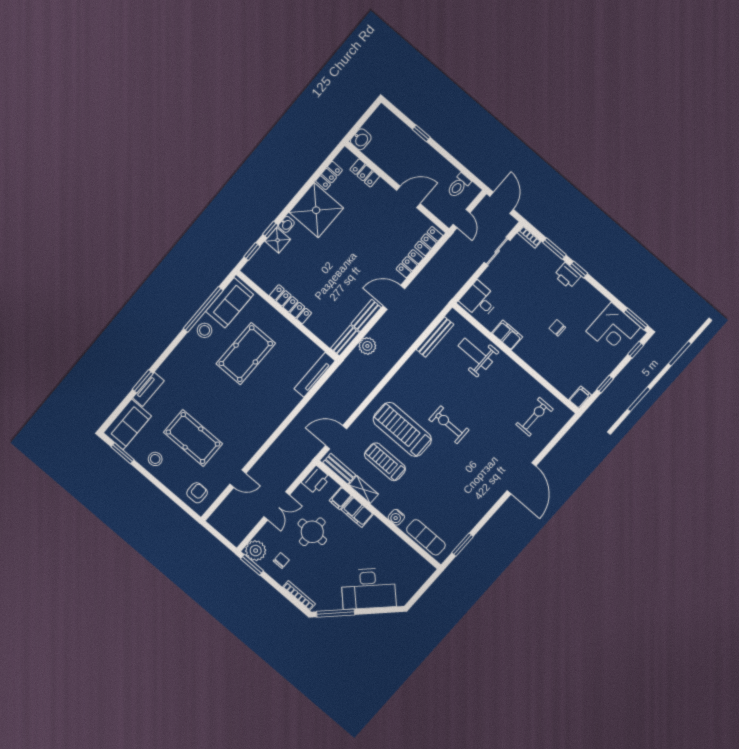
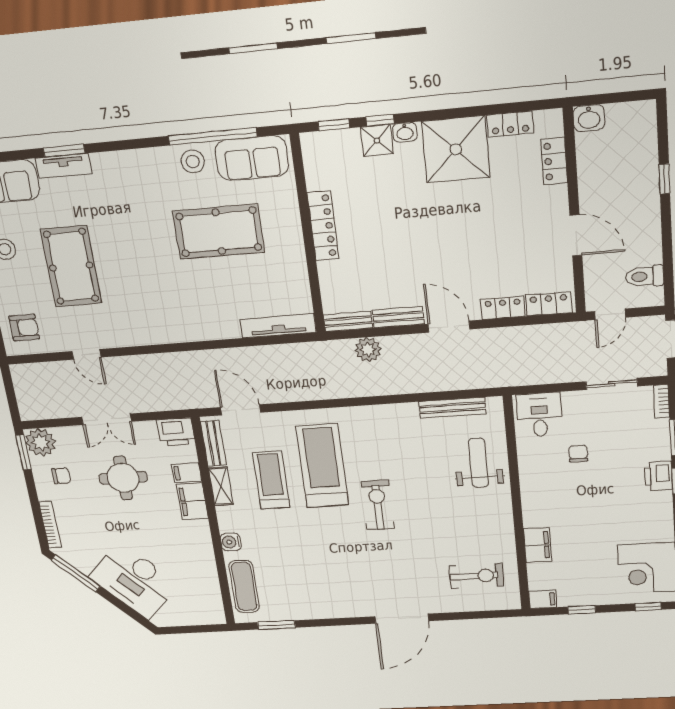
chair: (557, 328) -> (578, 454), moved
filing cabinet: (507, 335) -> (538, 545), moved

